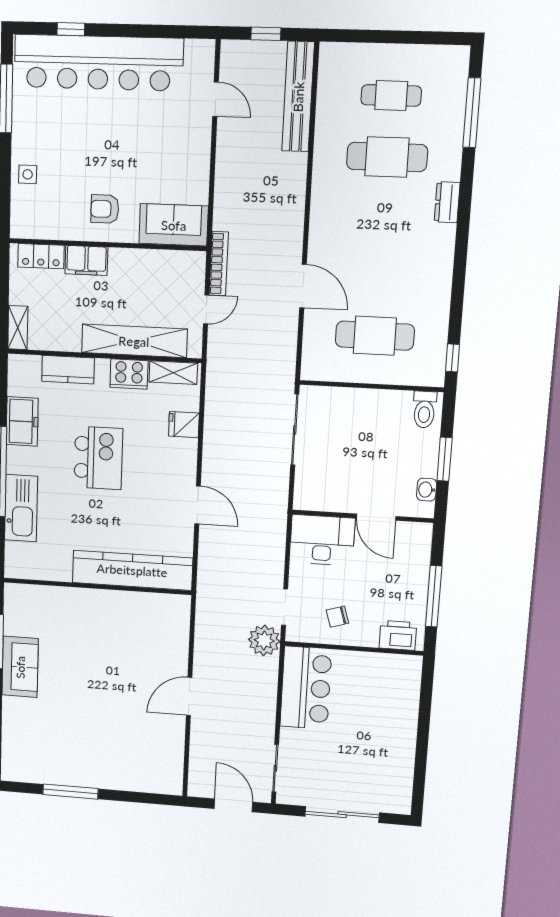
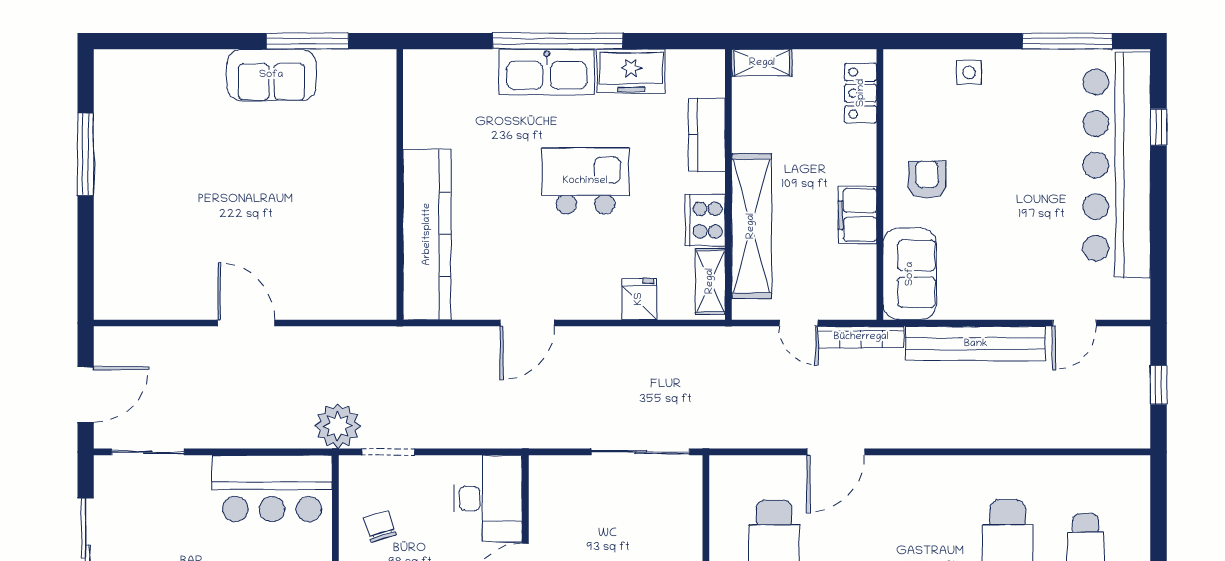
bench: (298, 97) -> (976, 344), moved
filing cabinet: (86, 260) -> (857, 215), moved
kitchen island: (98, 458) -> (585, 181), turned 180
kitchen sink: (21, 508) -> (547, 72), moved

